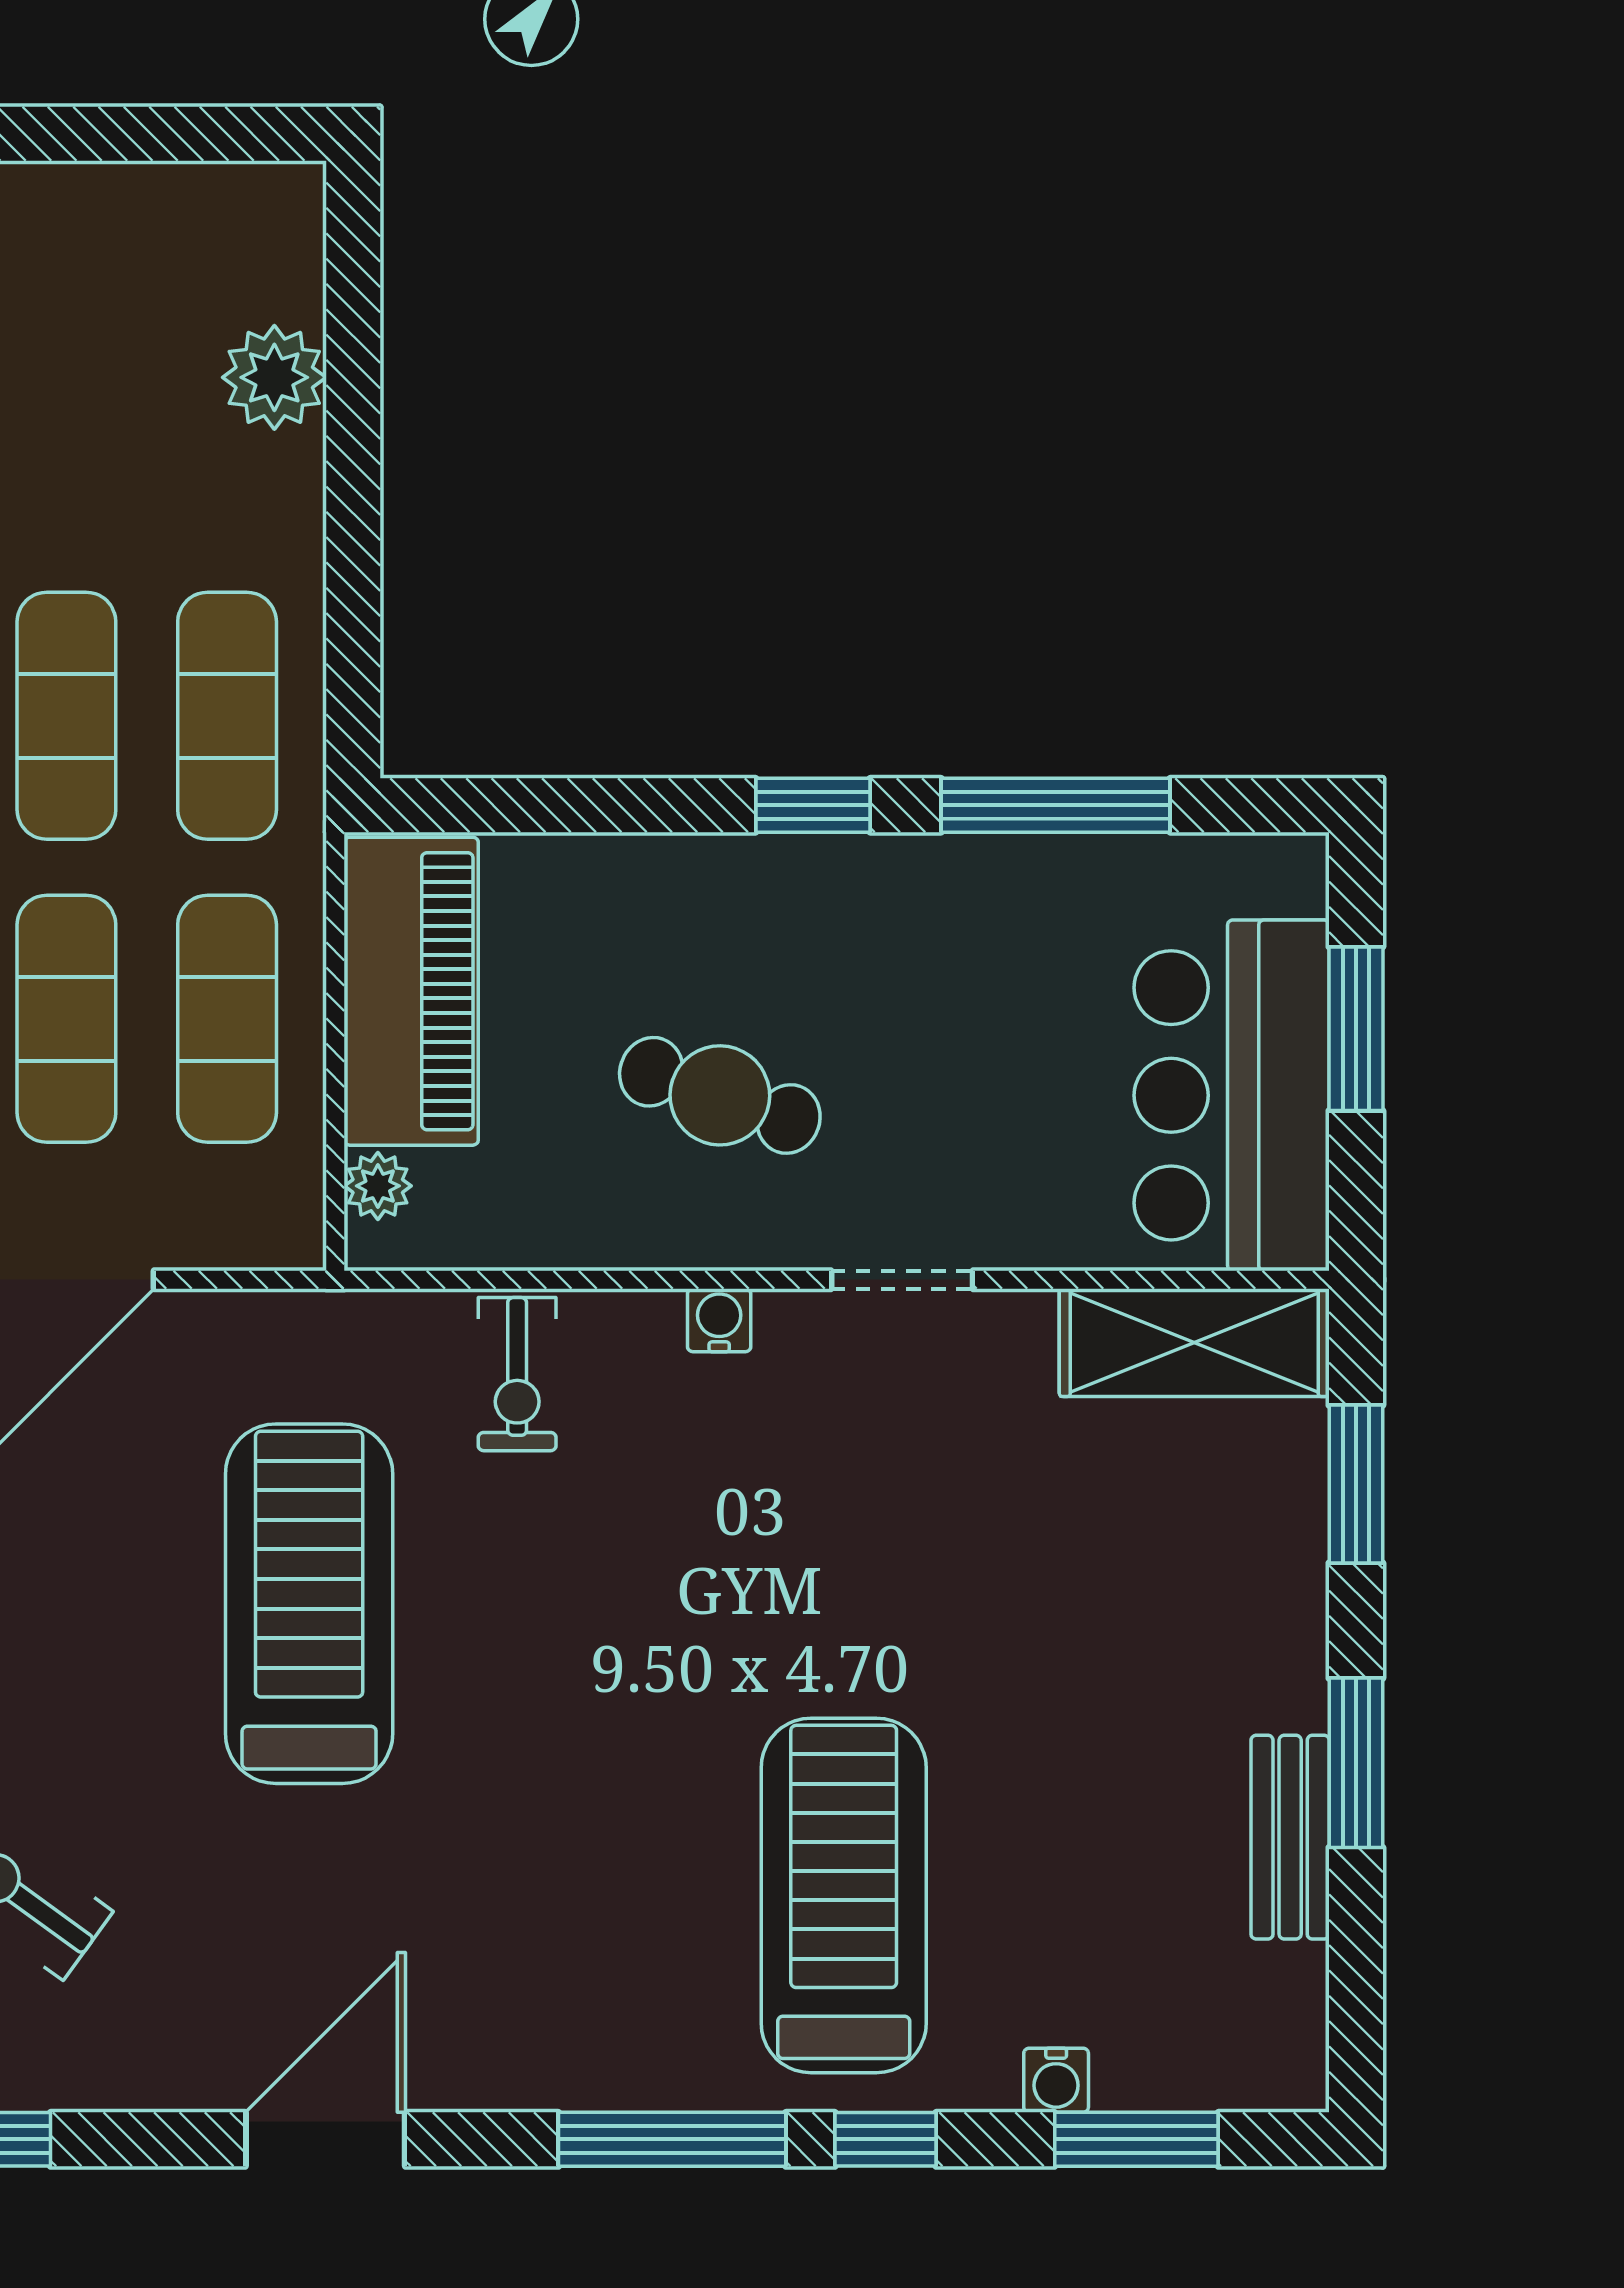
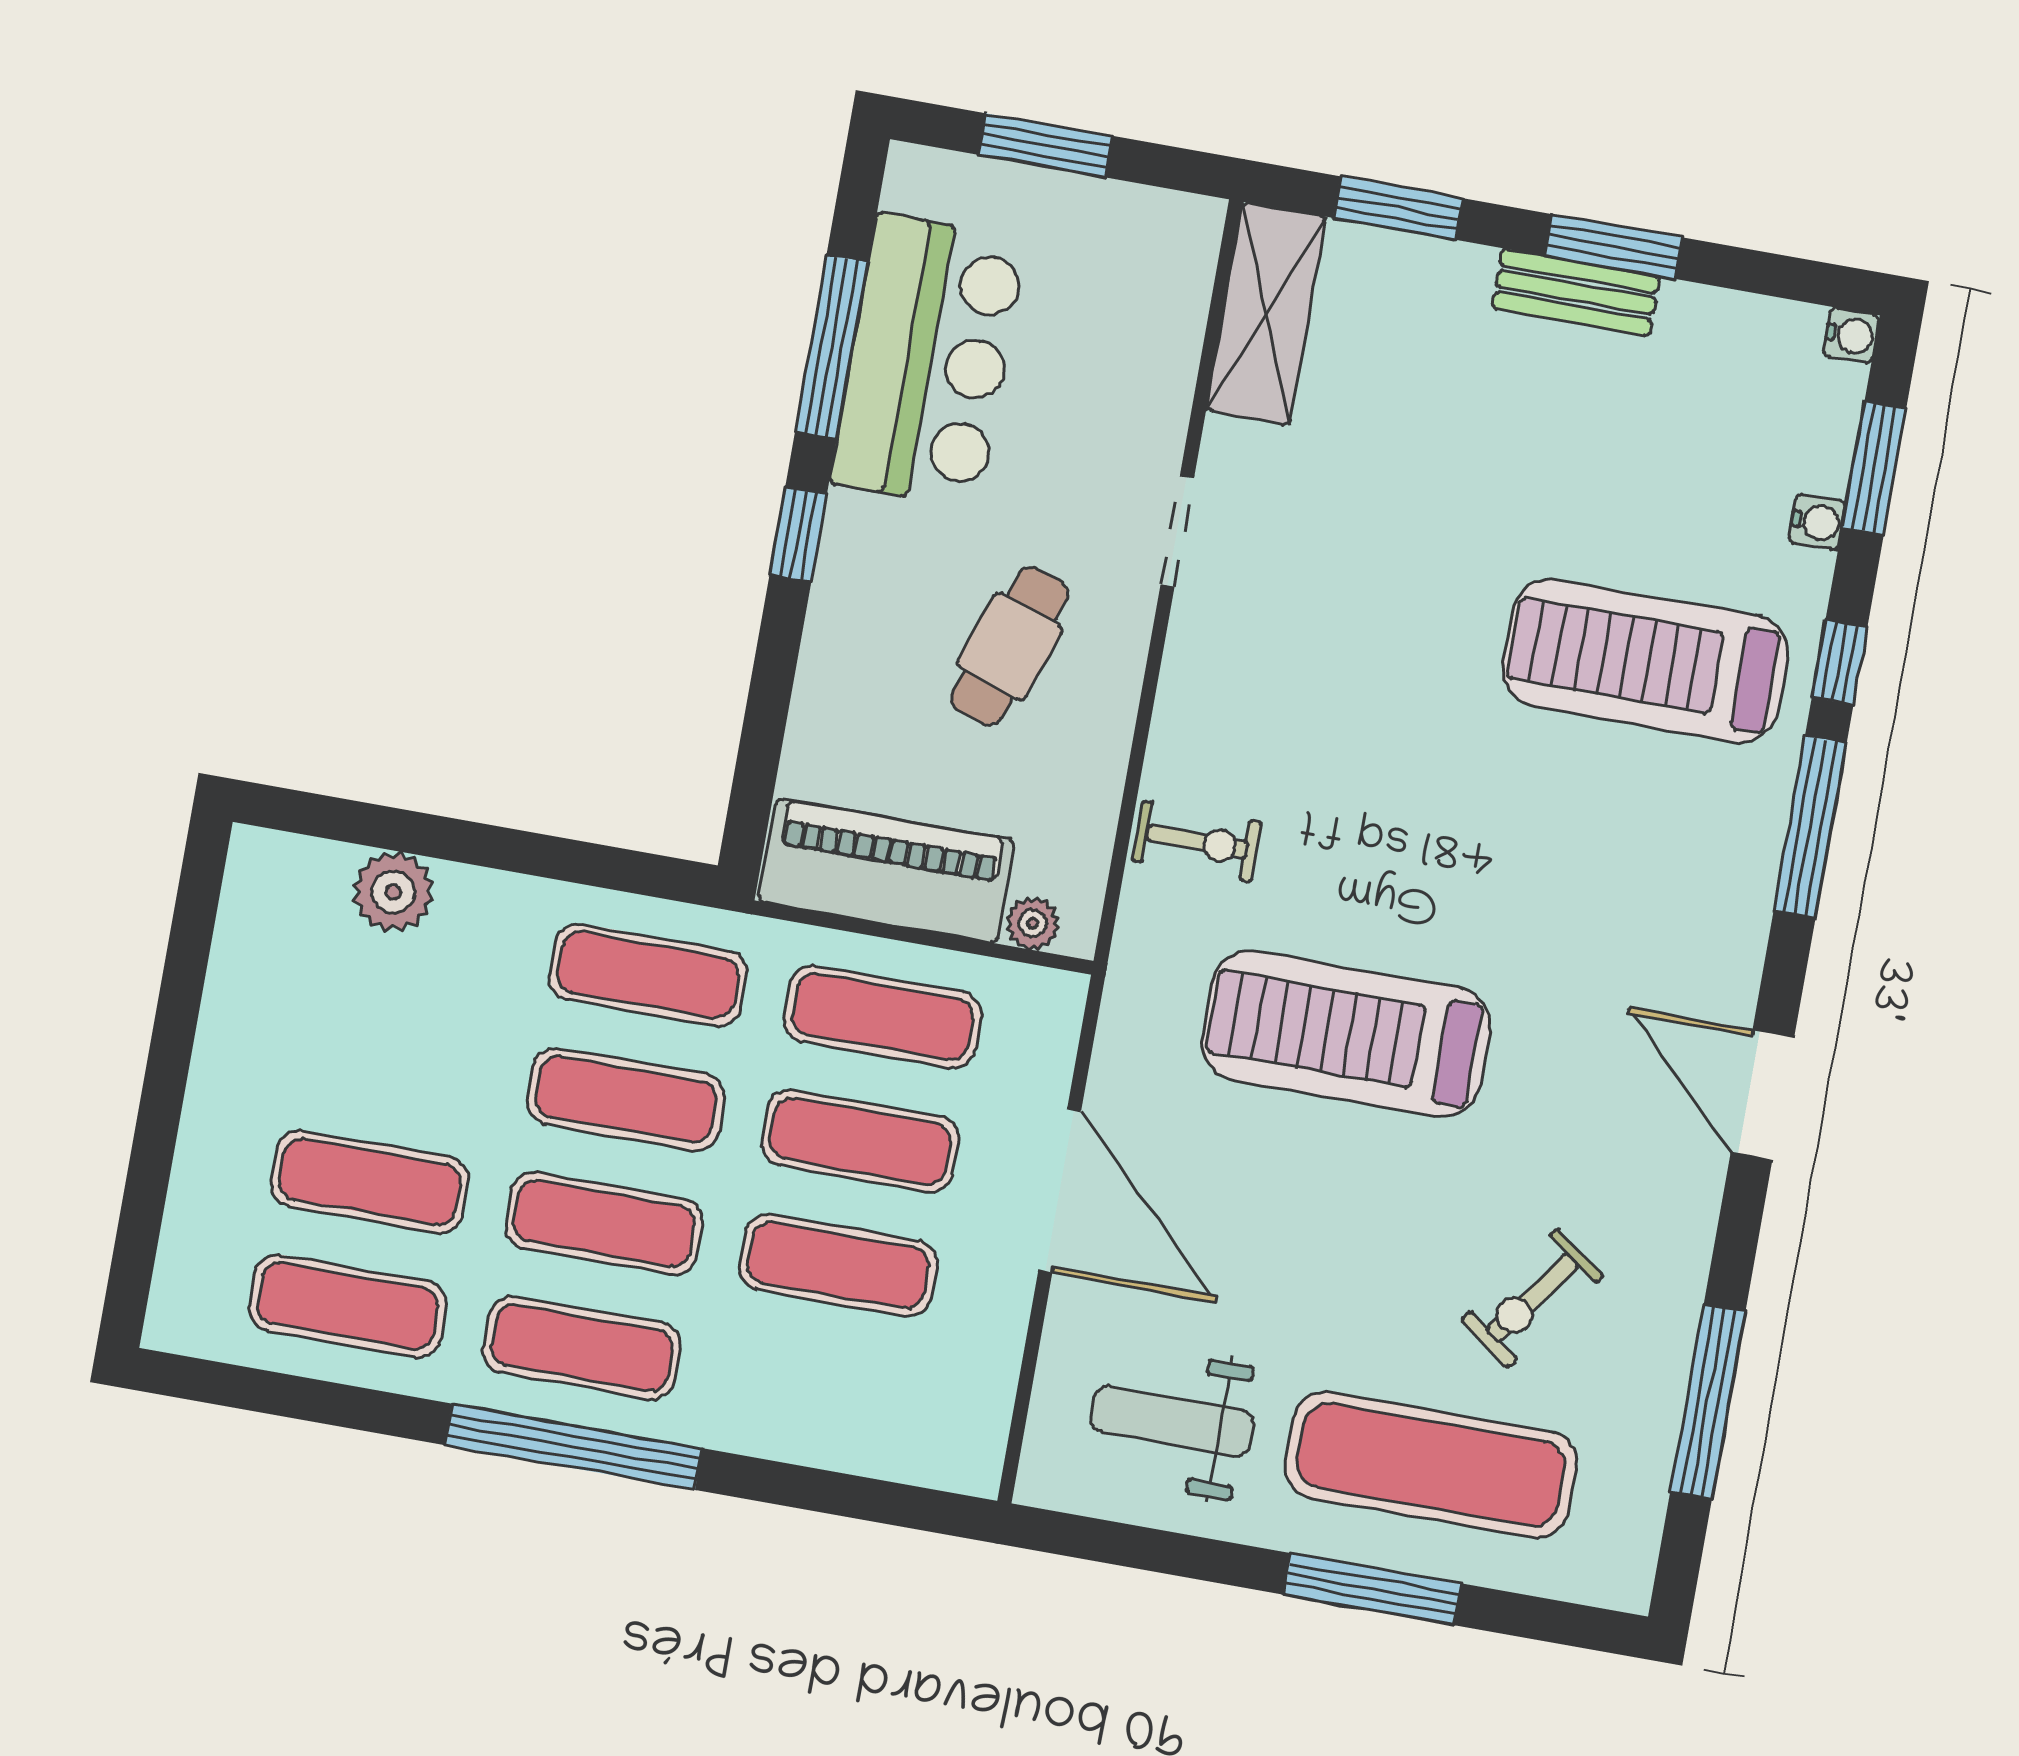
bar counter: (1232, 1095) -> (928, 361), moved, turned -90
water cooler: (719, 1320) -> (1851, 335), moved, turned 180
bench: (1290, 1837) -> (1576, 292), moved

